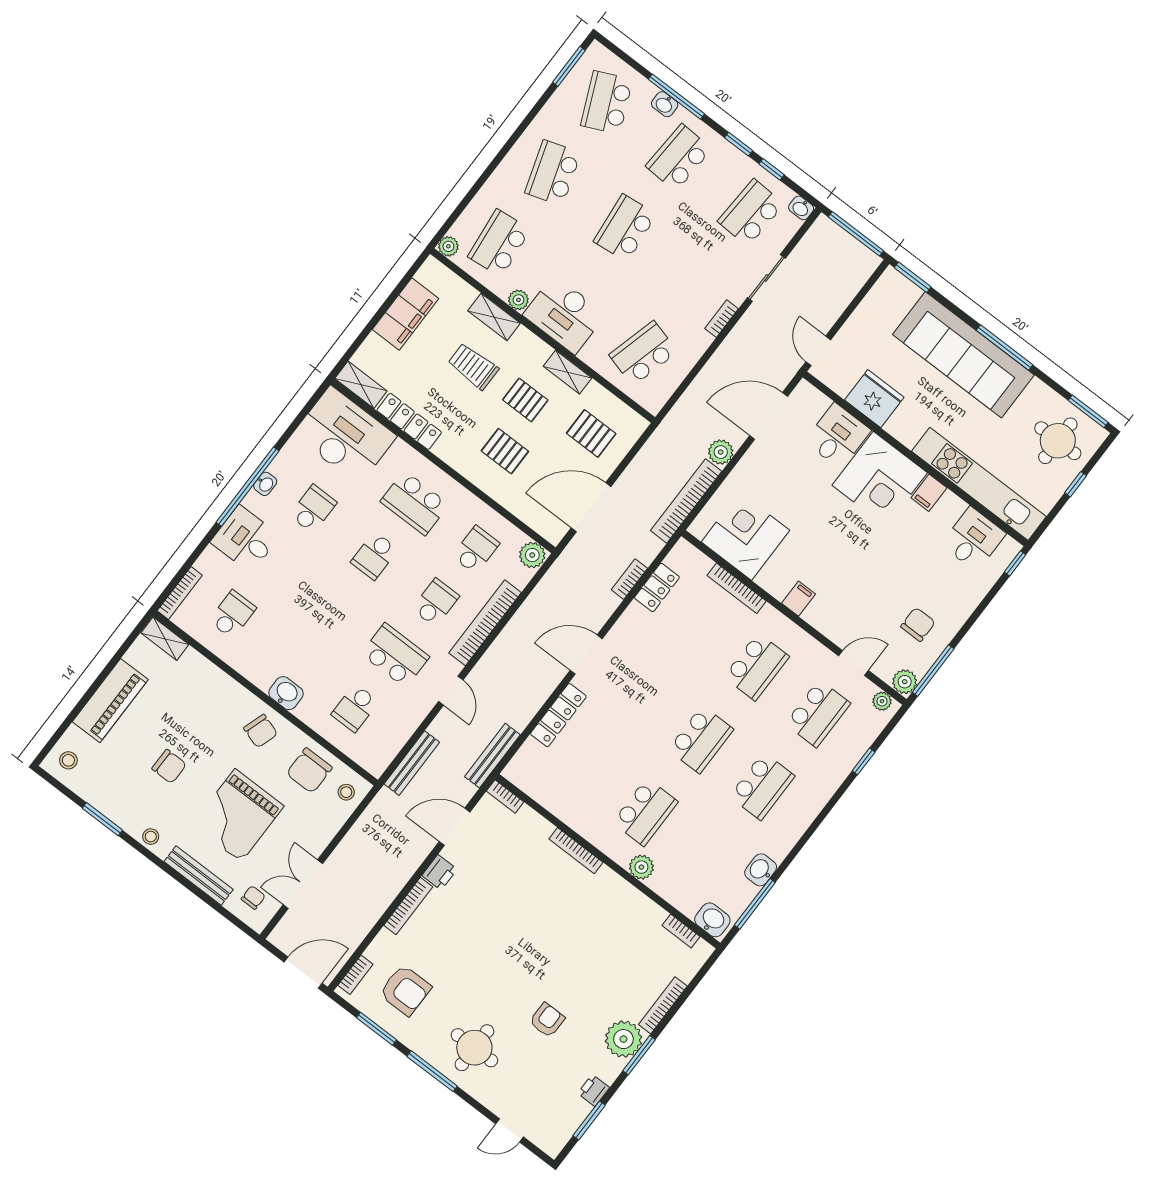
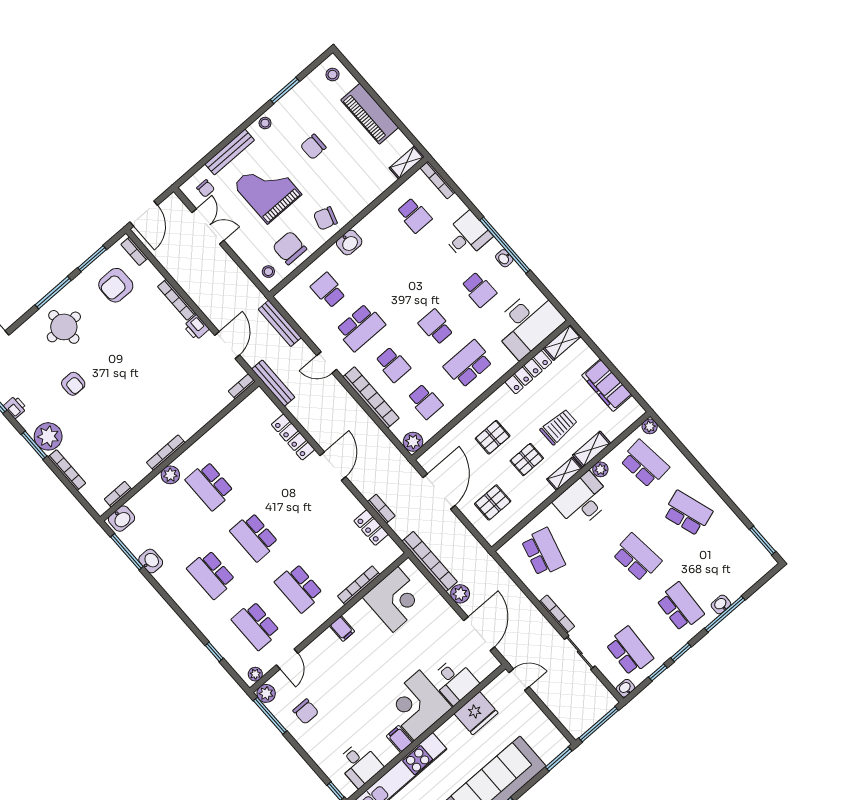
school desk: (607, 102) -> (731, 563), removed
bookcase: (722, 319) -> (557, 614), width x1.56
shelving: (568, 372) -> (564, 474), moved
bookcase: (576, 851) -> (166, 453), moved

